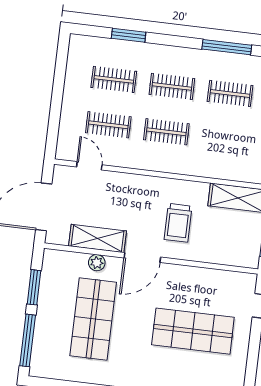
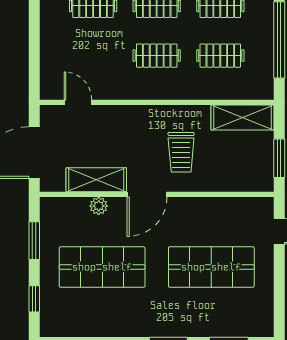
clothes rail: (108, 125) -> (220, 56), moved
shop shelf: (93, 319) -> (102, 267), turned 90
window: (28, 340) -> (34, 299), width x0.46

